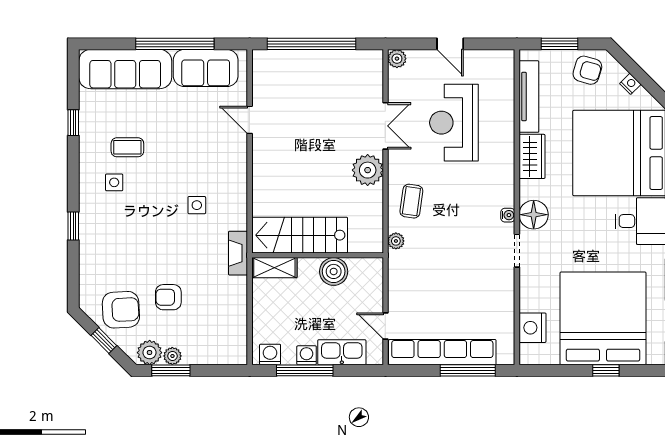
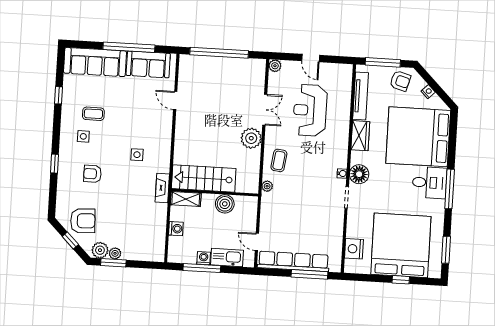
window: (559, 44) -> (383, 62), width x1.44
armchair: (168, 297) -> (93, 174), moved
washing machine: (270, 354) -> (176, 229), moved, turned 90

